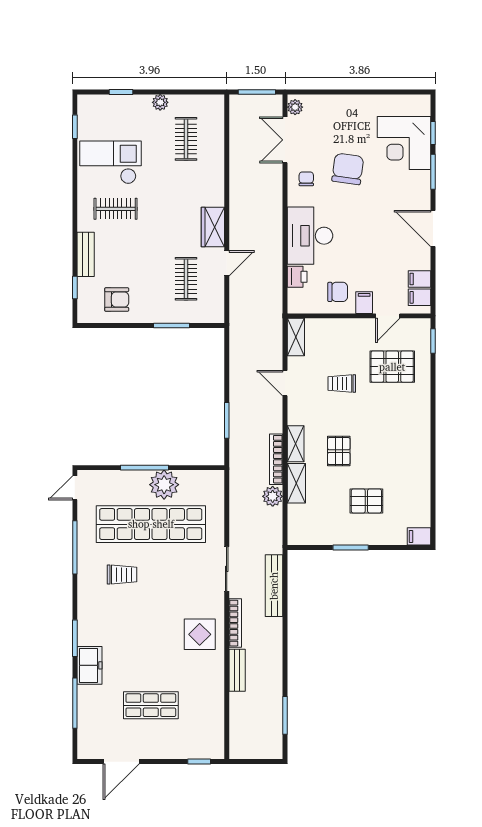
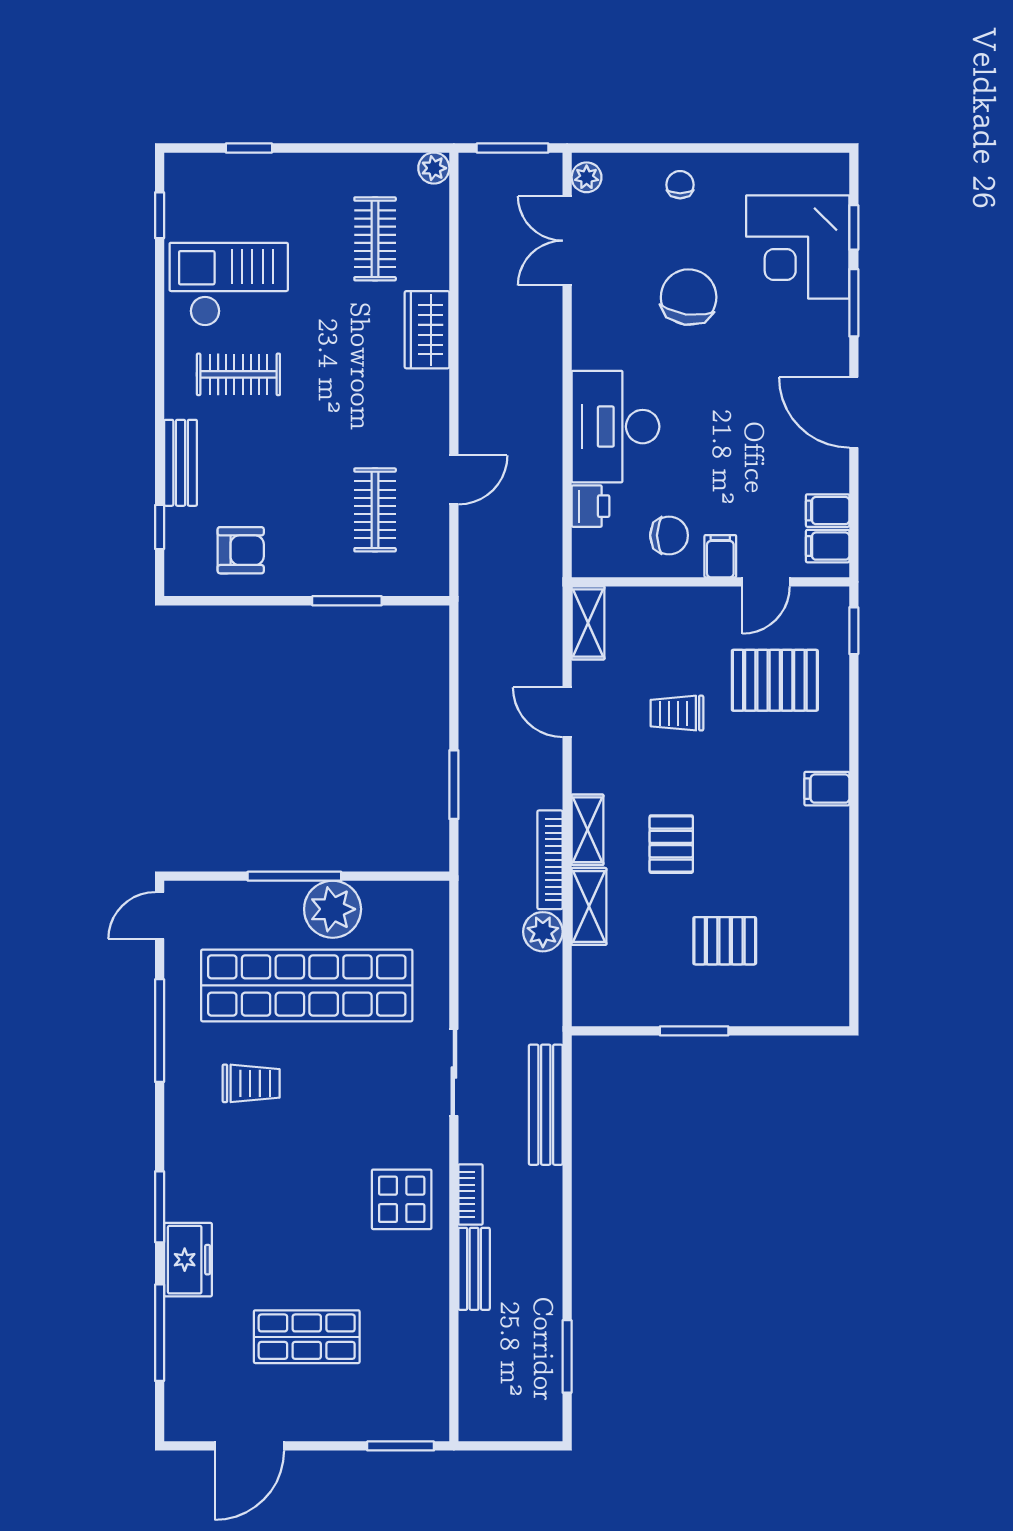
plant: (160, 102) -> (434, 168), moved
chair: (306, 179) -> (680, 185), moved
wardrobe: (213, 227) -> (427, 330), moved
filing cabinet: (419, 536) -> (827, 789), moved
bookcase: (235, 623) -> (471, 1195), width x0.64
window: (199, 762) -> (401, 1446), width x1.50

